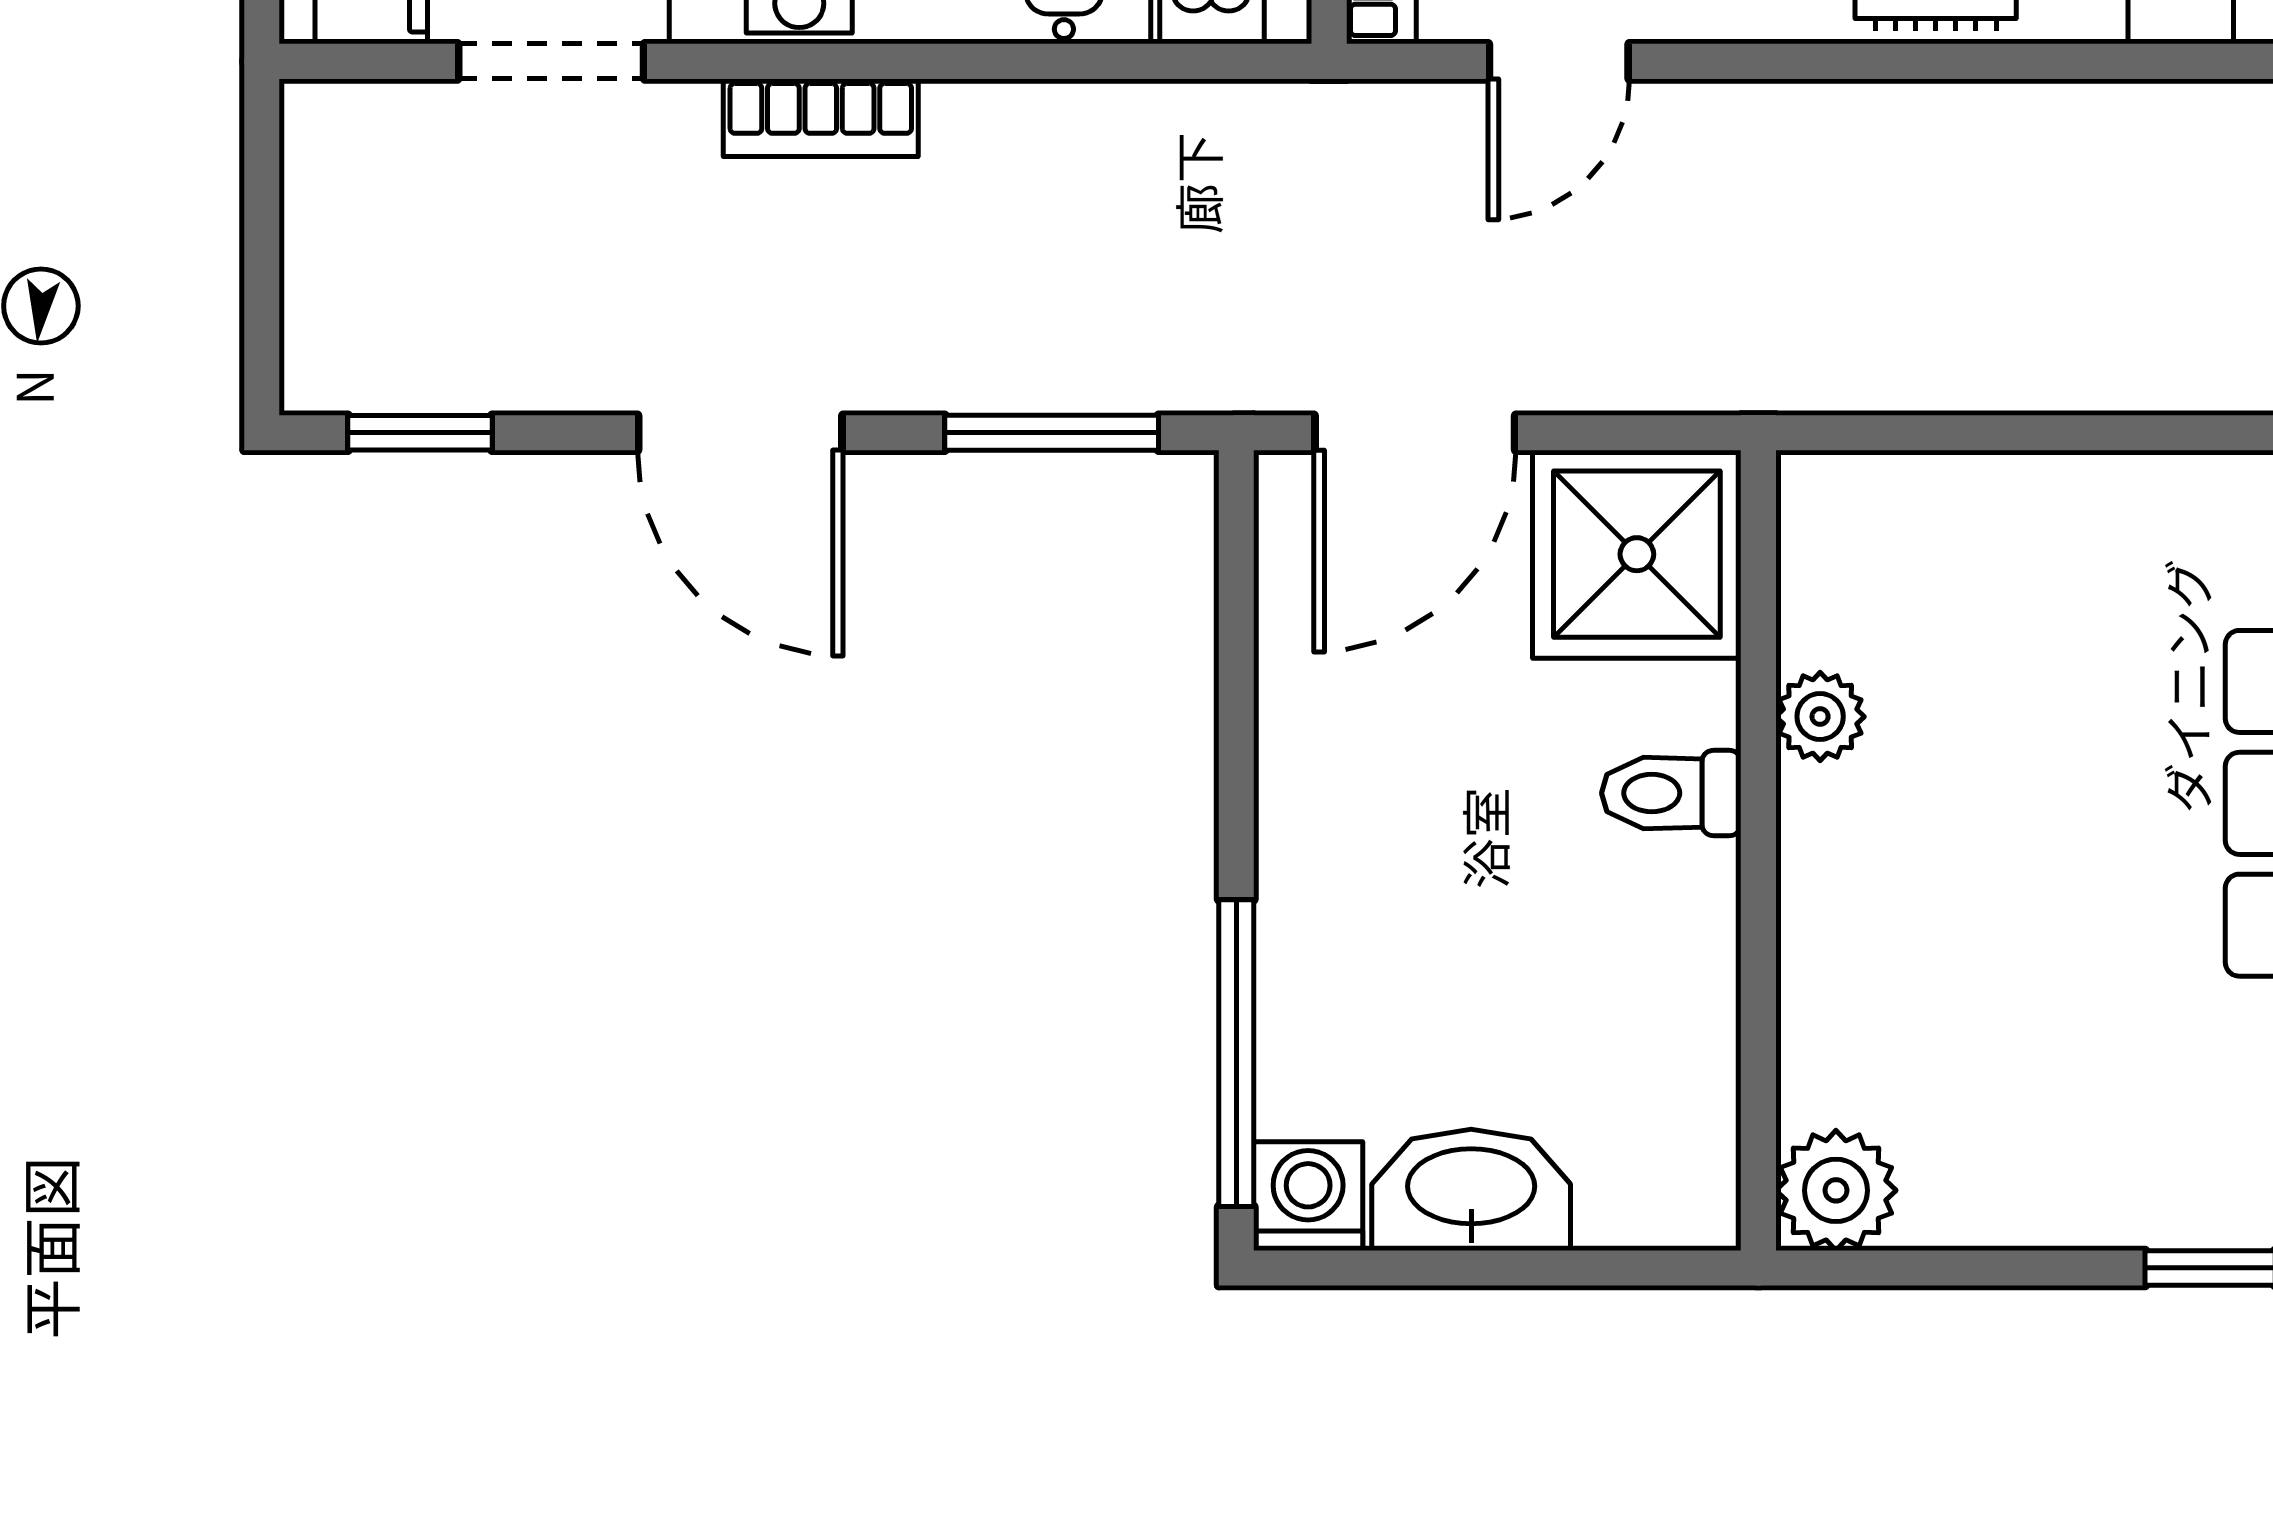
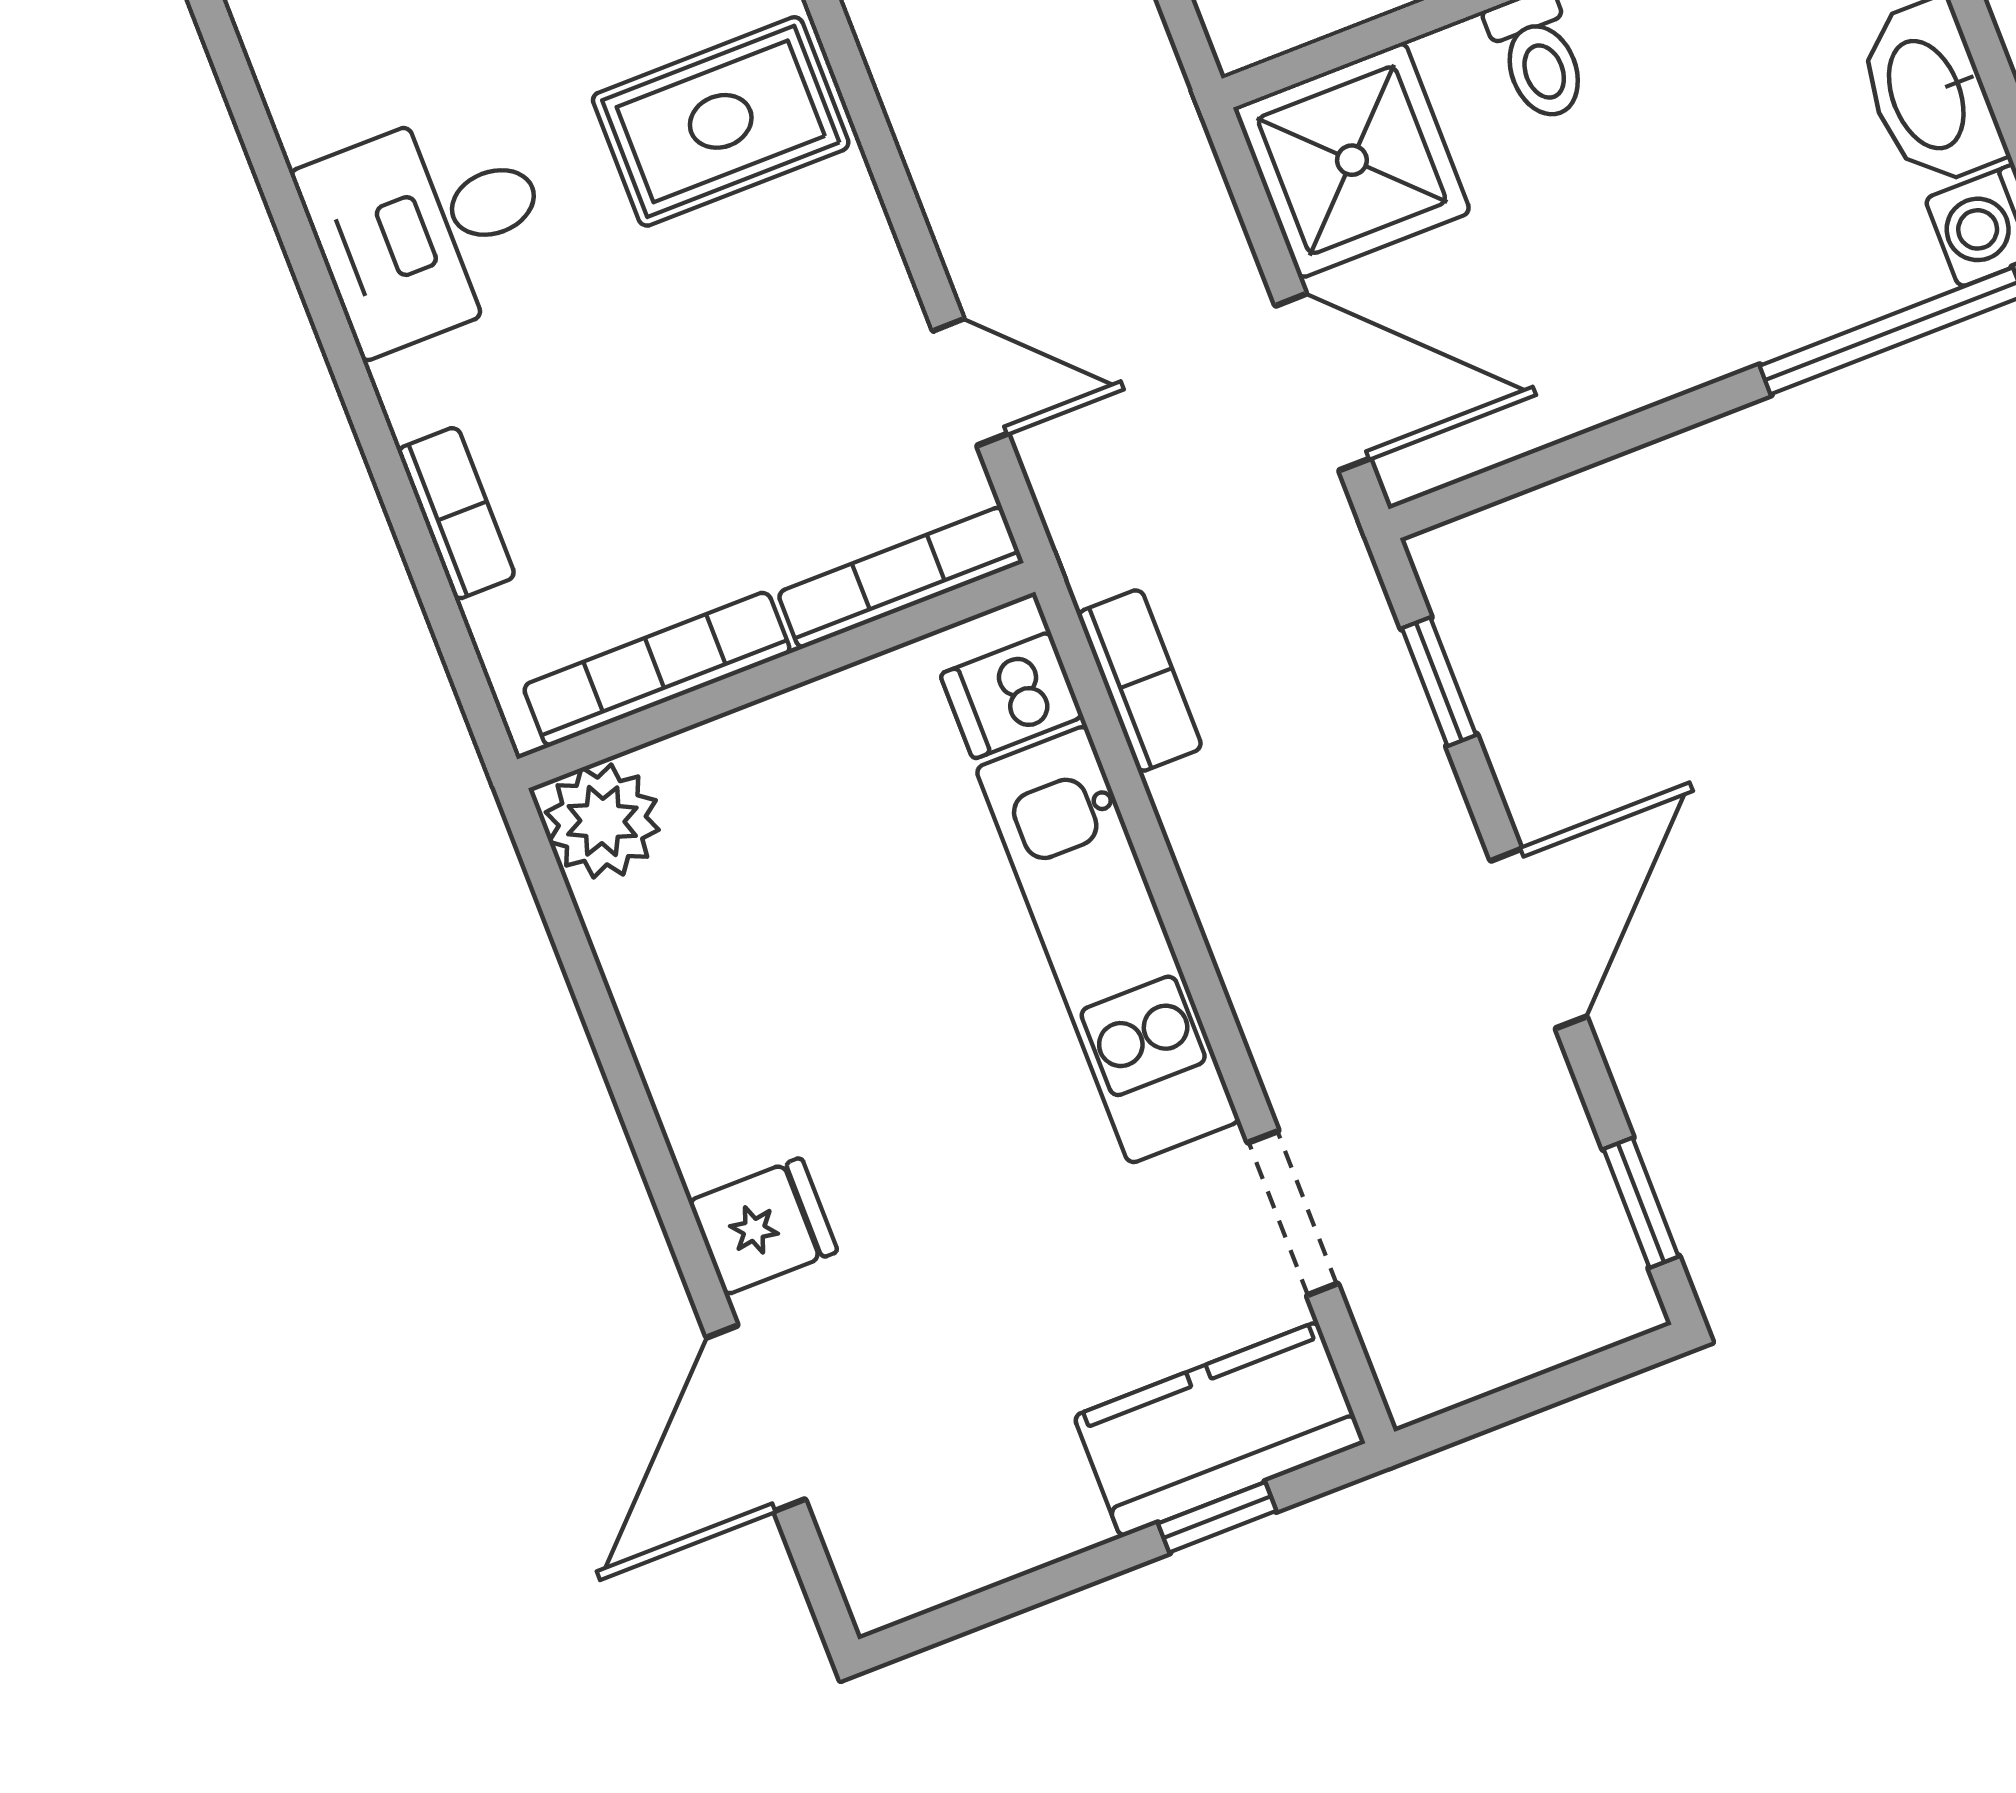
bookcase: (821, 118) -> (1140, 681), moved
window: (1052, 433) -> (1439, 682), width x0.67

